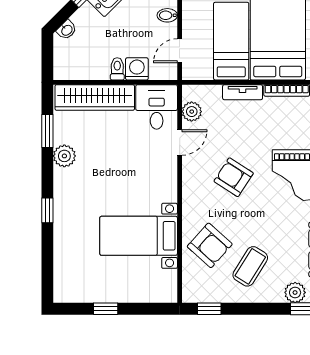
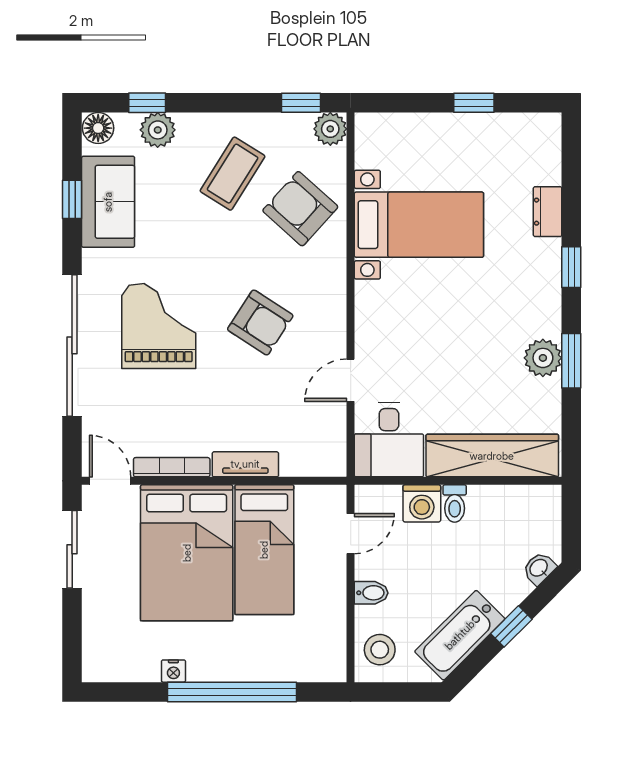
plant: (192, 112) -> (330, 129), moved
window: (47, 131) -> (571, 361), moved
dresser: (62, 244) -> (548, 212), added

